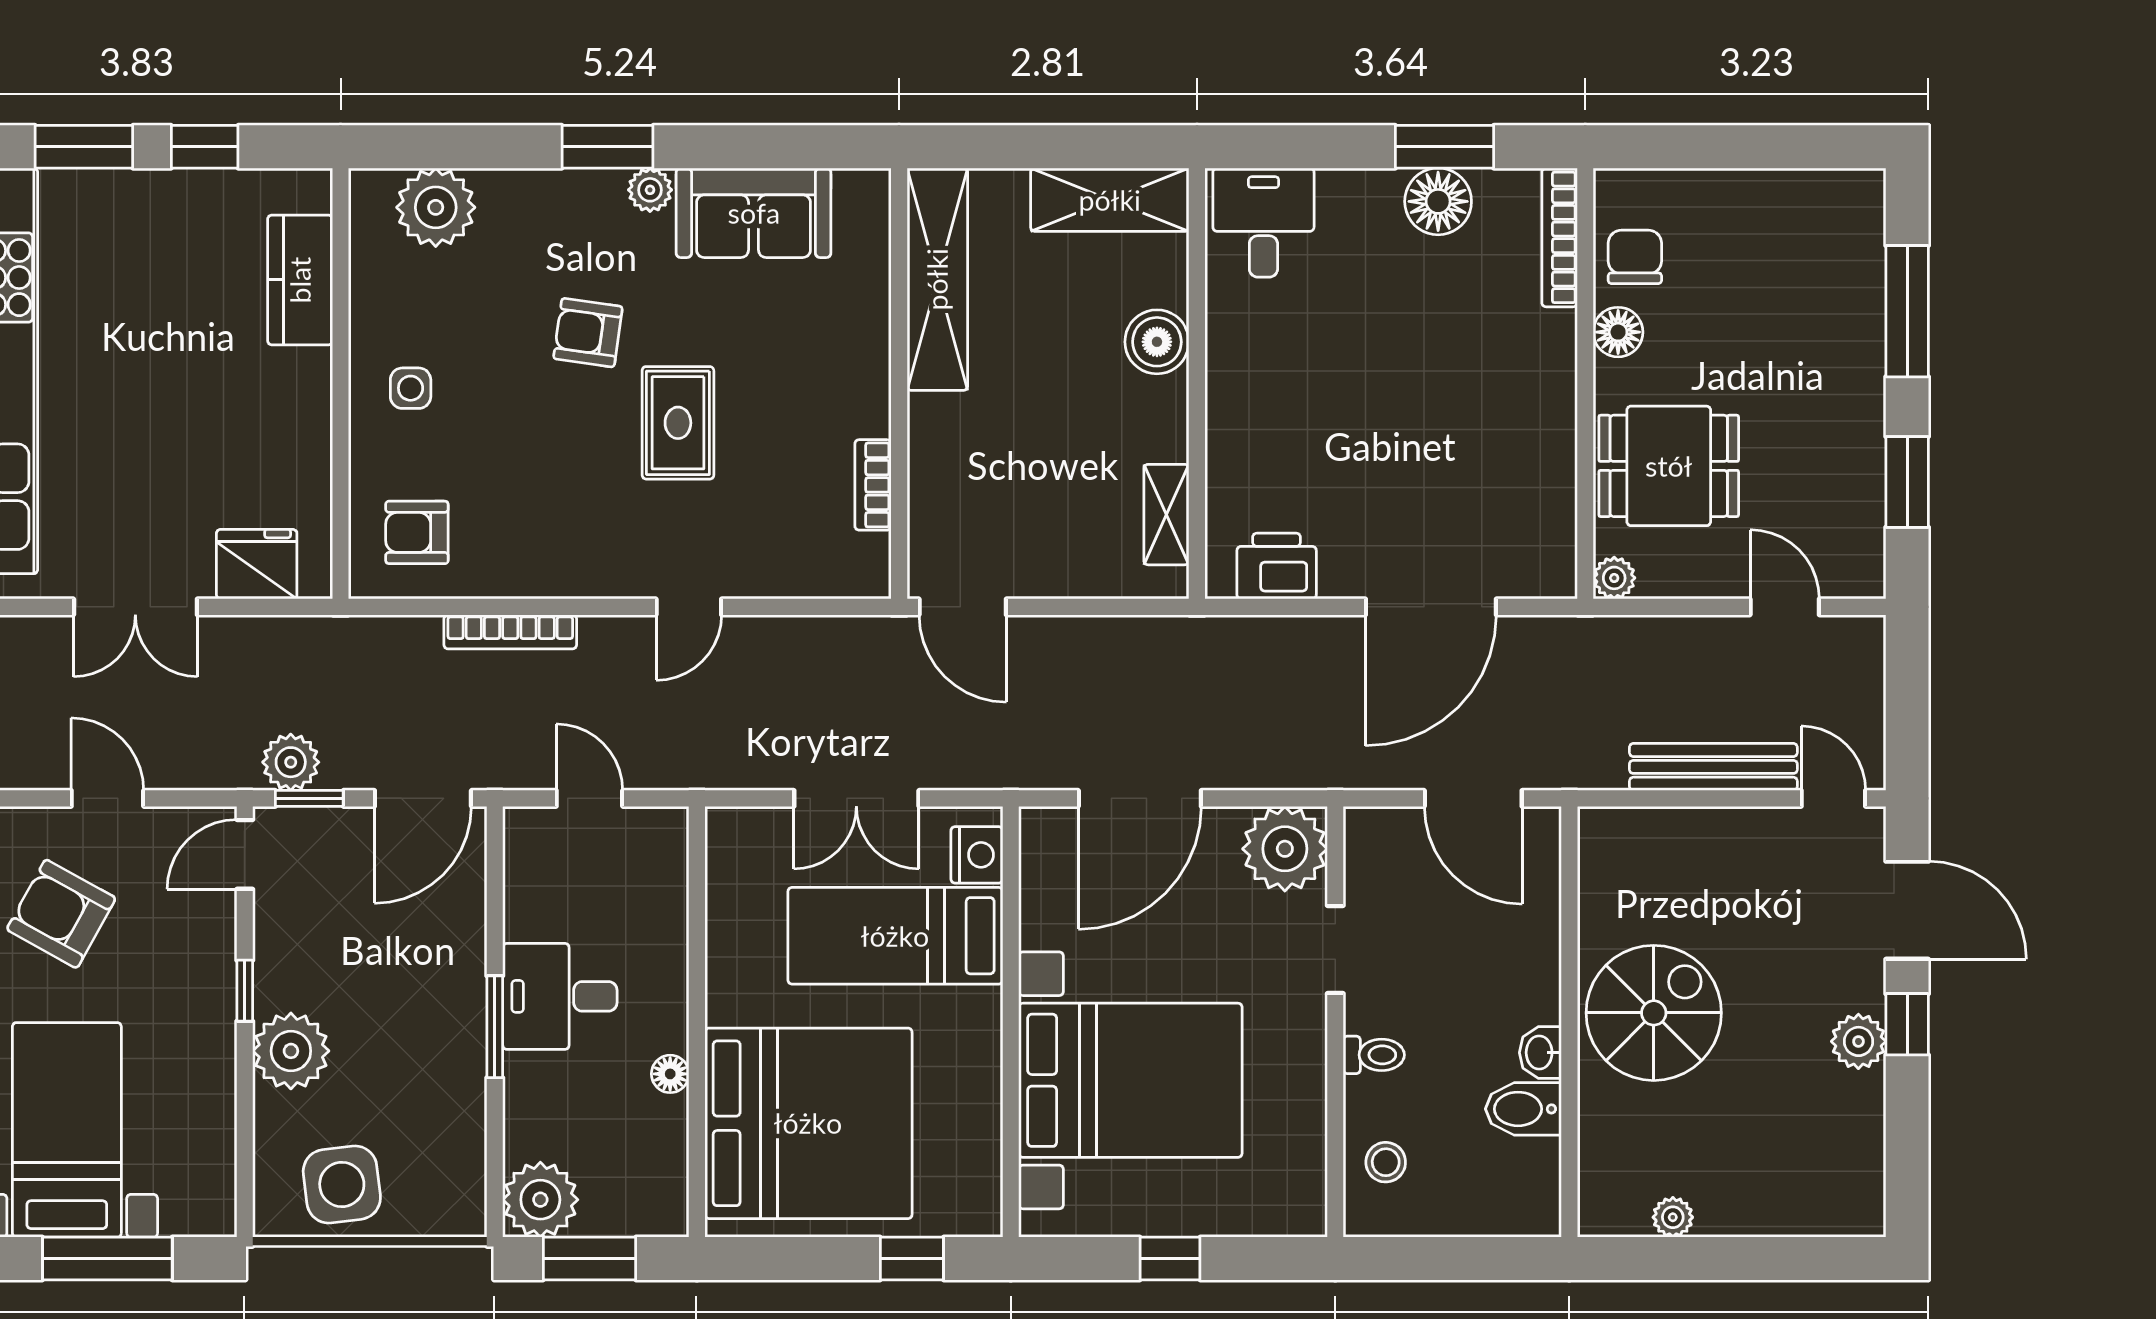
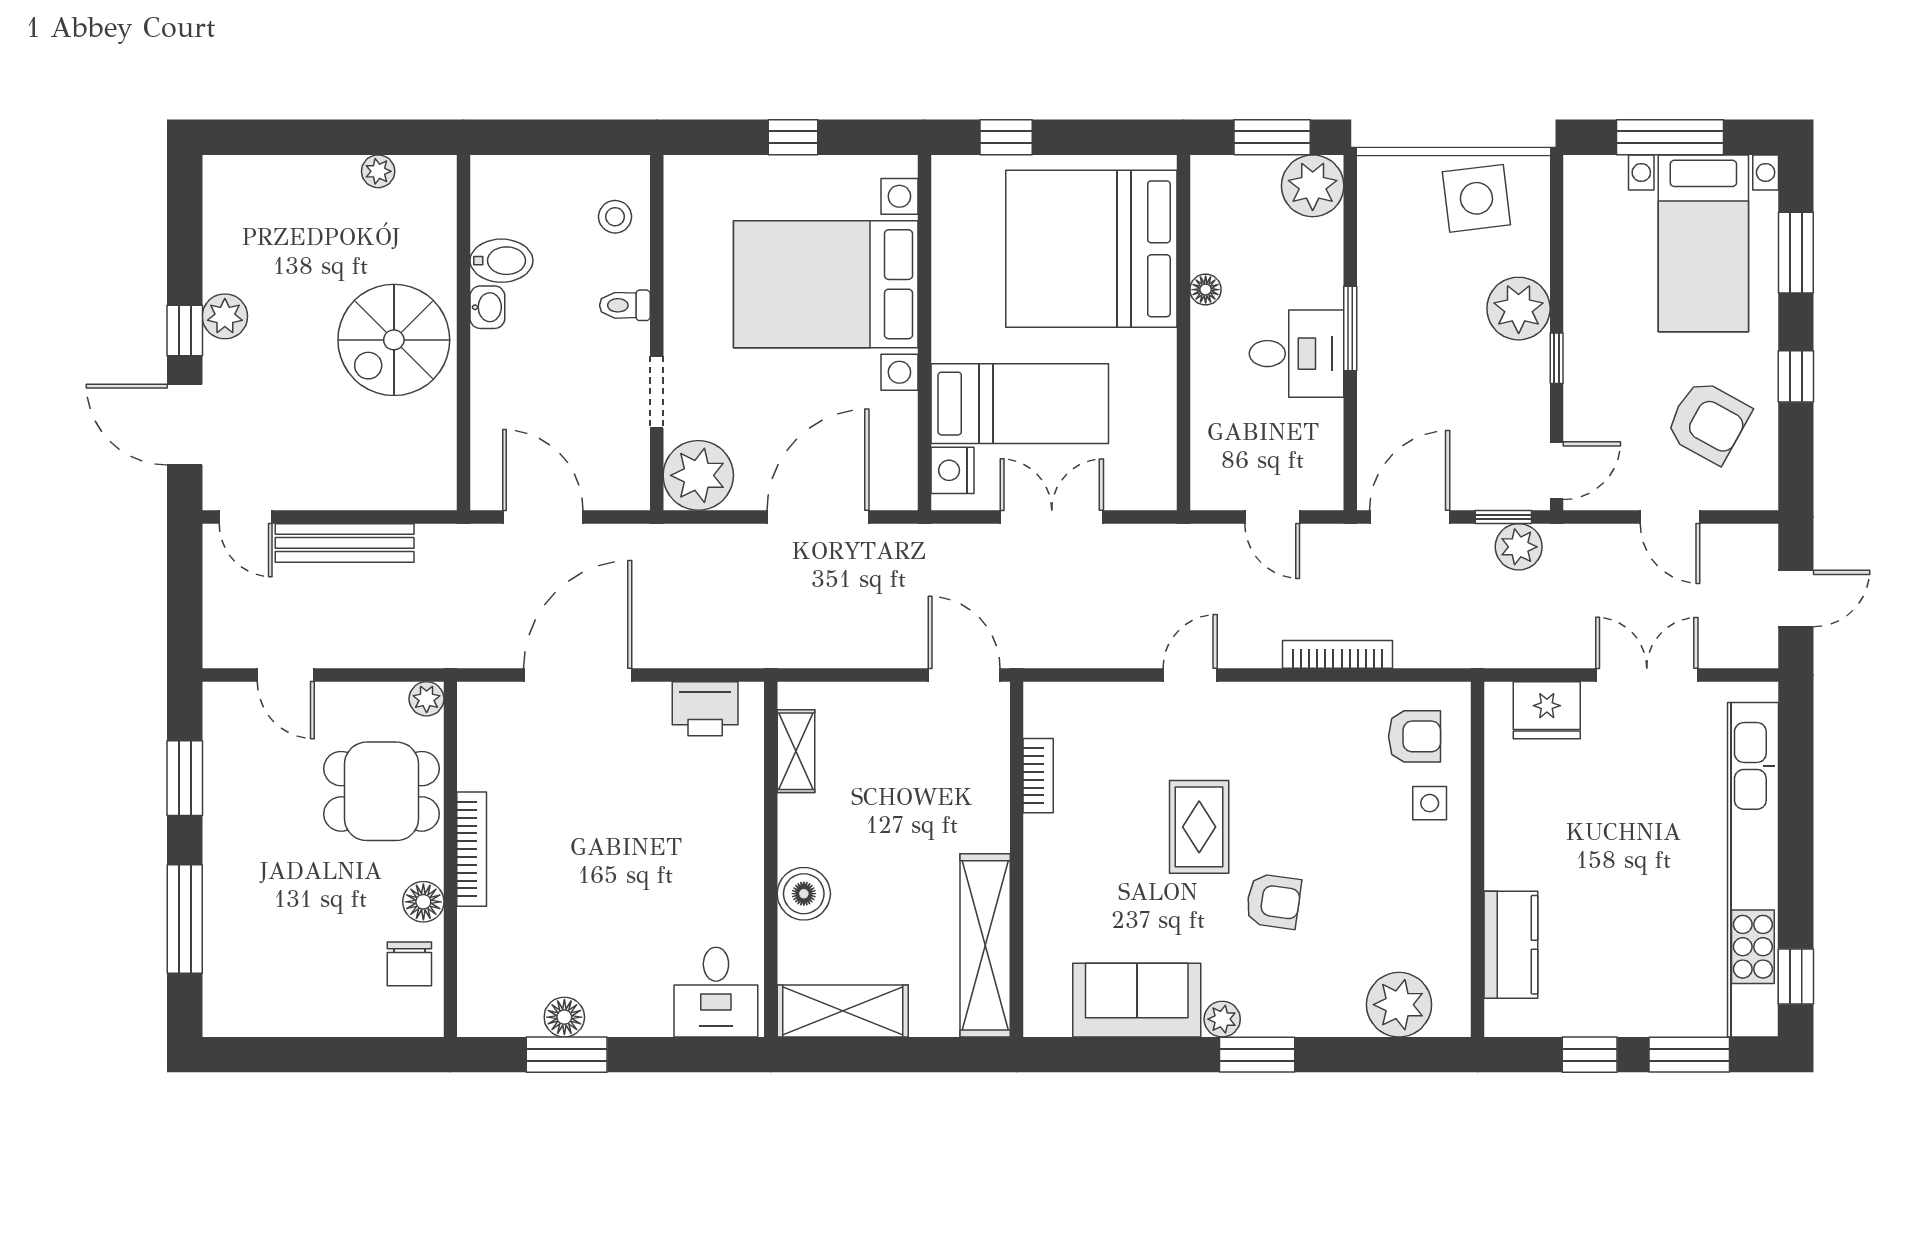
floor lamp: (1438, 201) -> (564, 1017), width x0.73, depth x0.73
bookcase: (1560, 237) -> (472, 849), moved
side table: (411, 388) -> (1430, 803), moved

